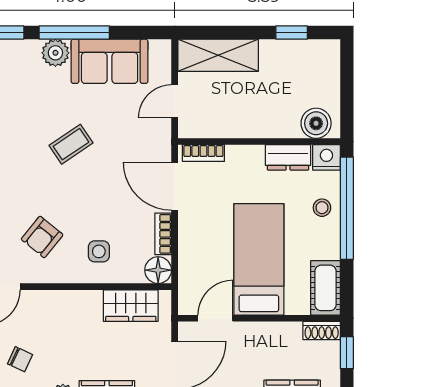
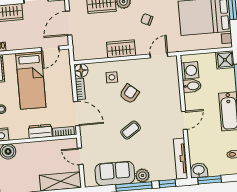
door: (175, 101) -> (80, 156), swing flipped
dresser: (288, 157) -> (40, 131), moved
armchair: (42, 237) -> (129, 94), moved
wardrobe: (131, 306) -> (121, 49), moved

